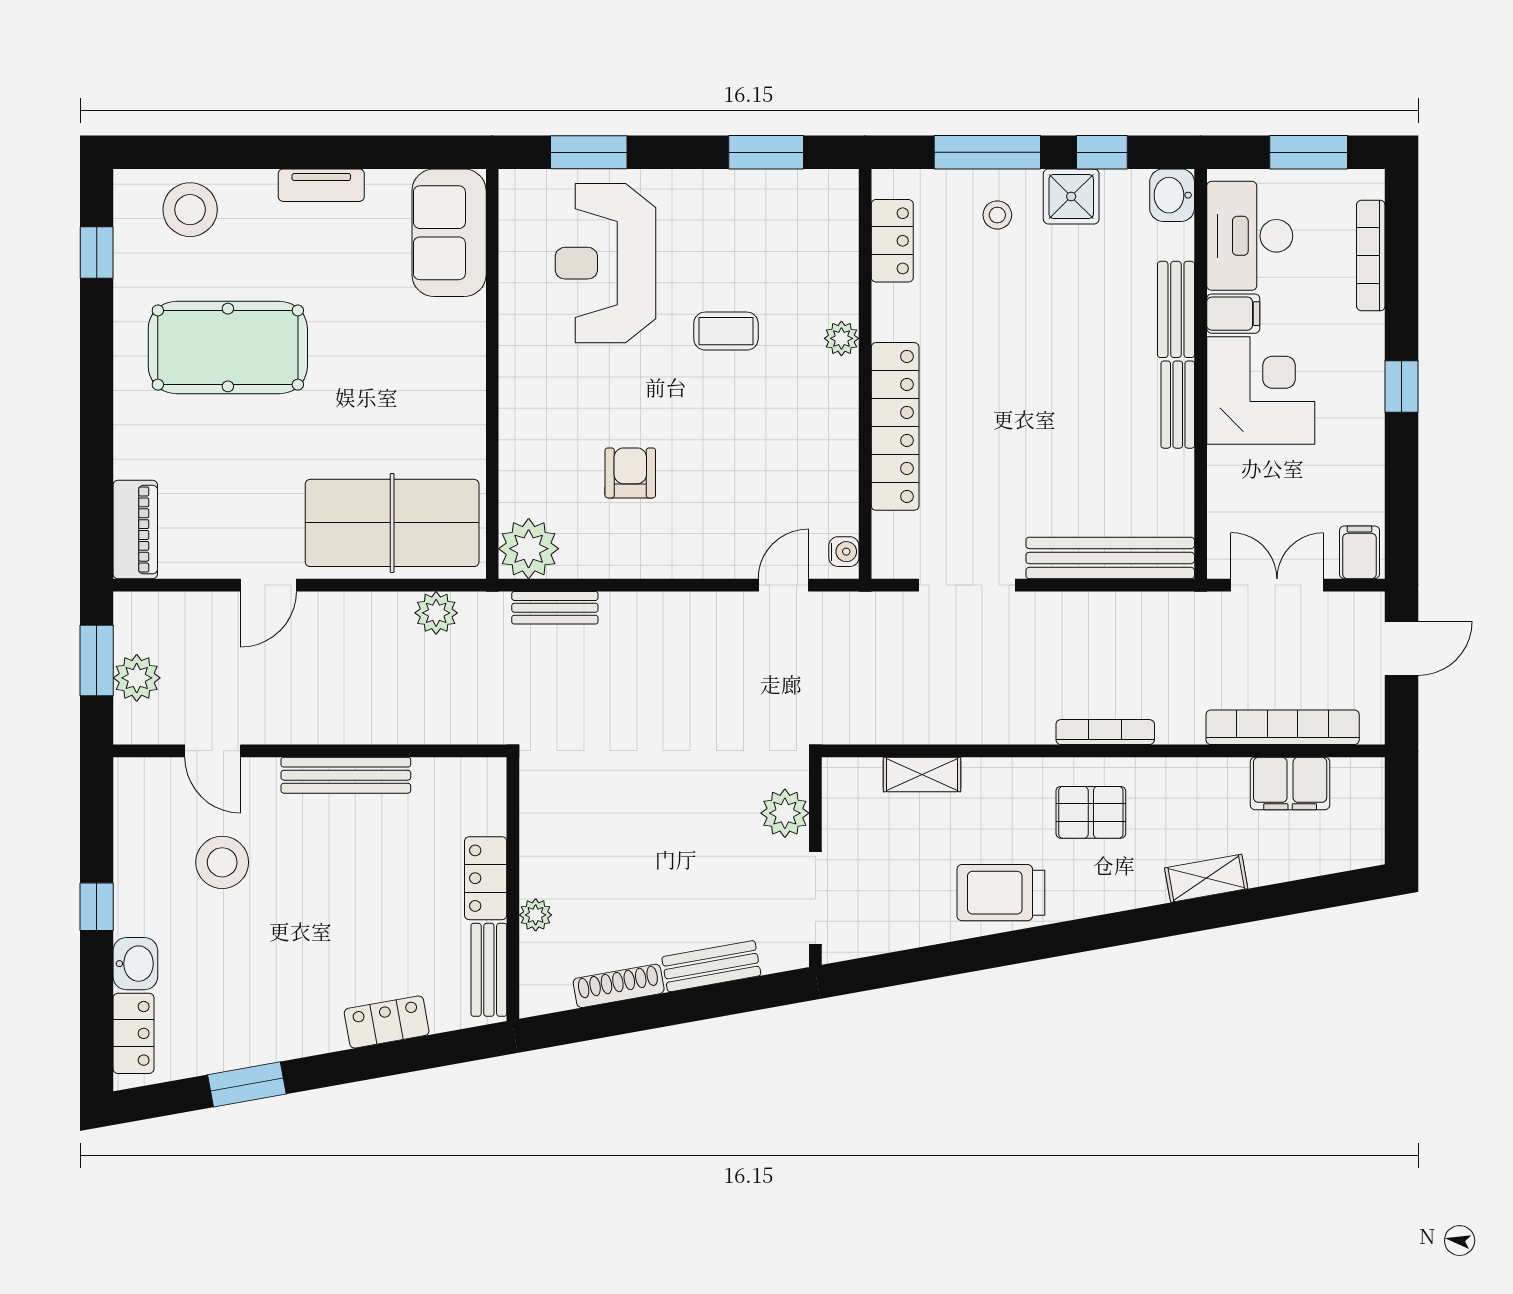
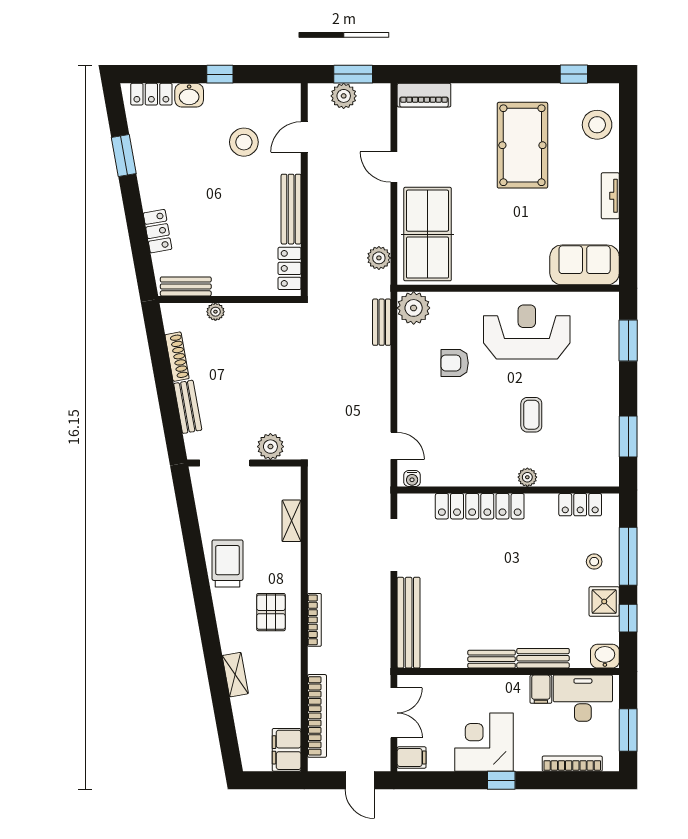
reception desk: (605, 263) -> (527, 332), moved
corner desk: (1261, 391) -> (484, 742), moved, turned 180
armchair: (630, 473) -> (455, 363), turned 180
filing cabinet: (1290, 783) -> (287, 750), moved
locker: (486, 878) -> (289, 268), moved, turned -90

